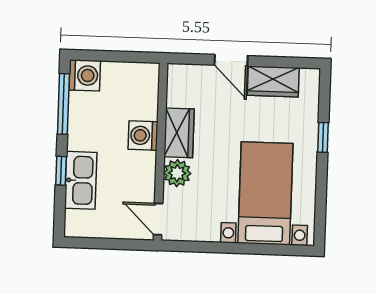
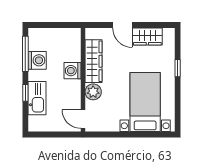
washing machine: (85, 75) -> (37, 60), moved
wardrobe: (179, 133) -> (93, 61), width x1.50

